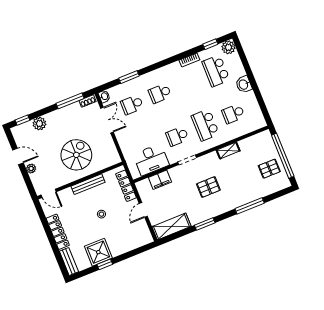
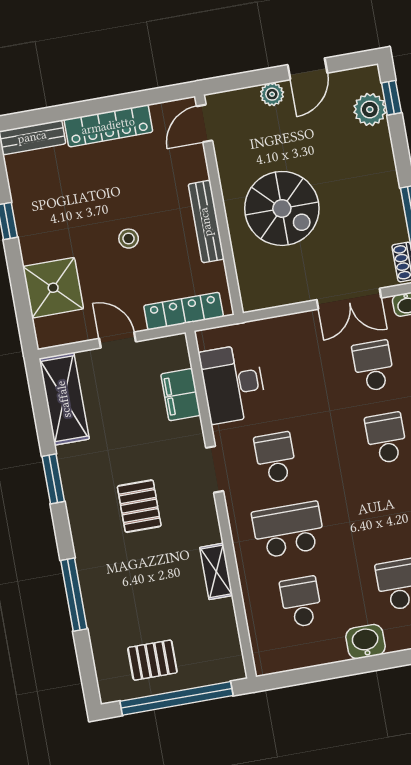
plant: (39, 124) -> (370, 109), moved
pallet: (269, 169) -> (152, 660), turned 90
shower: (98, 252) -> (53, 288), moved

